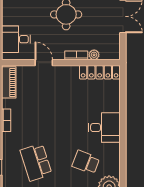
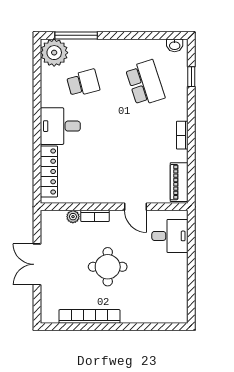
locker: (100, 72) -> (49, 171), moved, turned 90
school desk: (86, 162) -> (83, 83), turned -36

